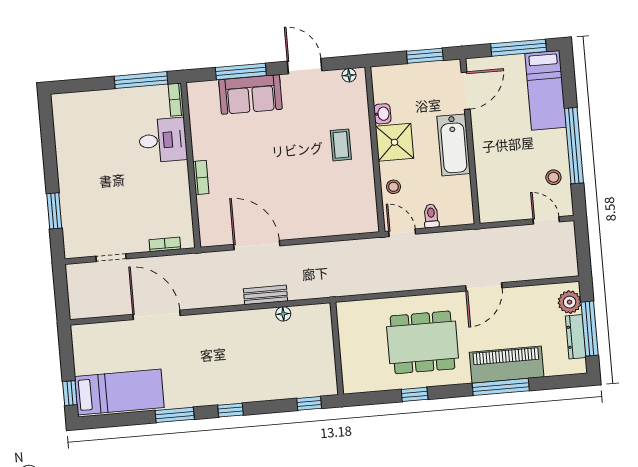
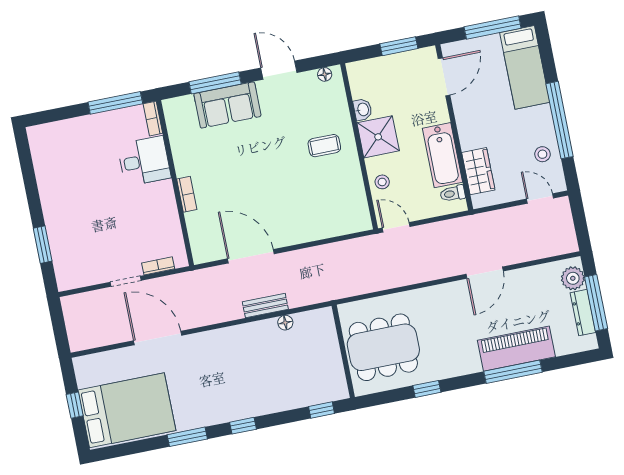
coffee table: (341, 145) -> (324, 146), turned 90
bathtub: (454, 145) -> (443, 155), moved
wardrobe: (489, 187) -> (478, 171), added
toilet: (431, 216) -> (453, 193), moved, turned -90
doorway: (111, 258) -> (126, 281), moved
dining table: (423, 342) -> (383, 347), moved
bed: (119, 392) -> (127, 410), width x1.50
window: (70, 393) -> (75, 405), moved

